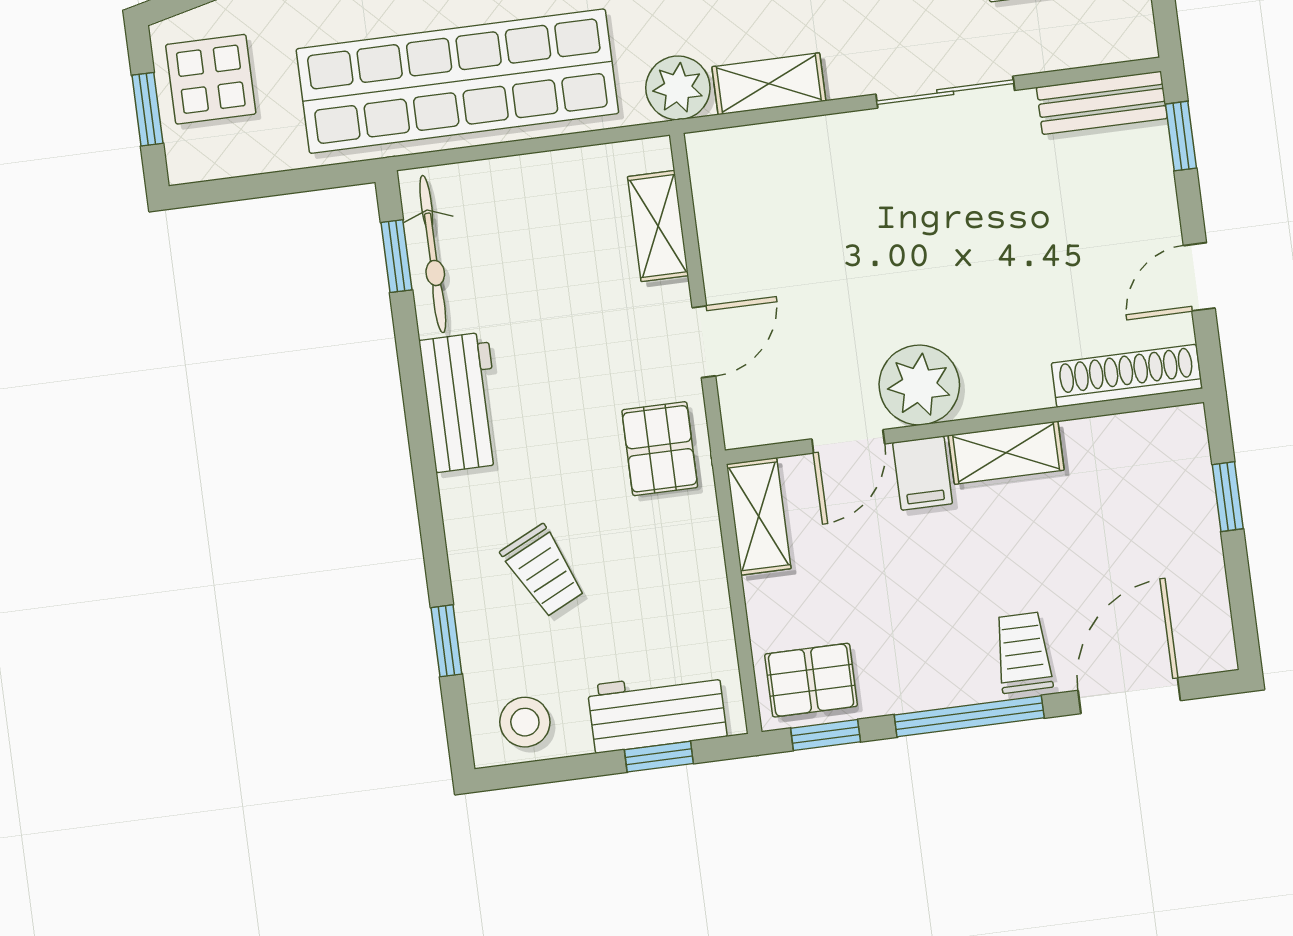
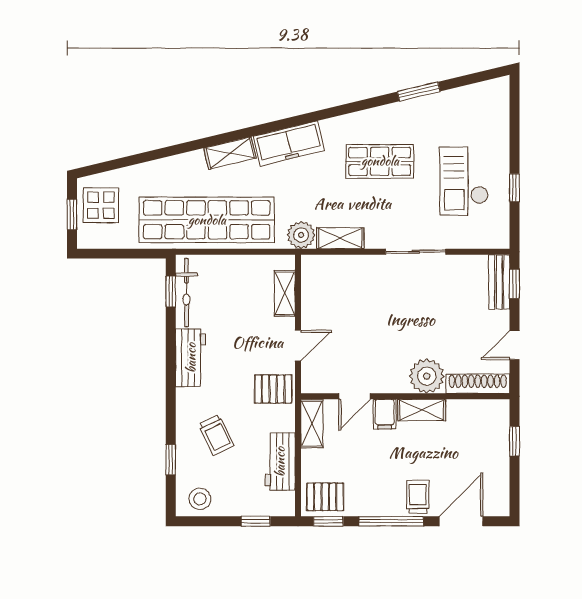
bench: (1102, 103) -> (499, 282), moved, turned 90
plant: (919, 385) -> (427, 376), moved
pallet: (660, 449) -> (273, 389), turned 90
workbench: (657, 711) -> (280, 462), moved, turned -90

